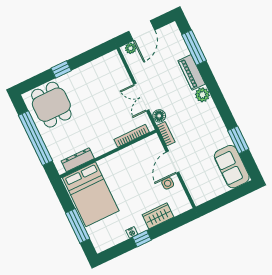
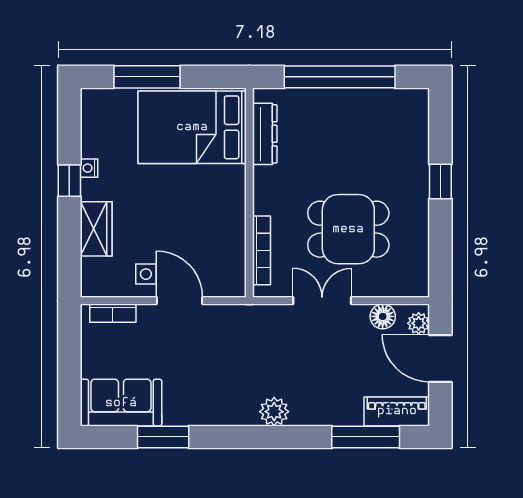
piano: (192, 72) -> (397, 411), moved
dining table: (51, 105) -> (348, 229), moved
floor lamp: (159, 116) -> (383, 316), moved
bookcase: (166, 134) -> (113, 313), moved

